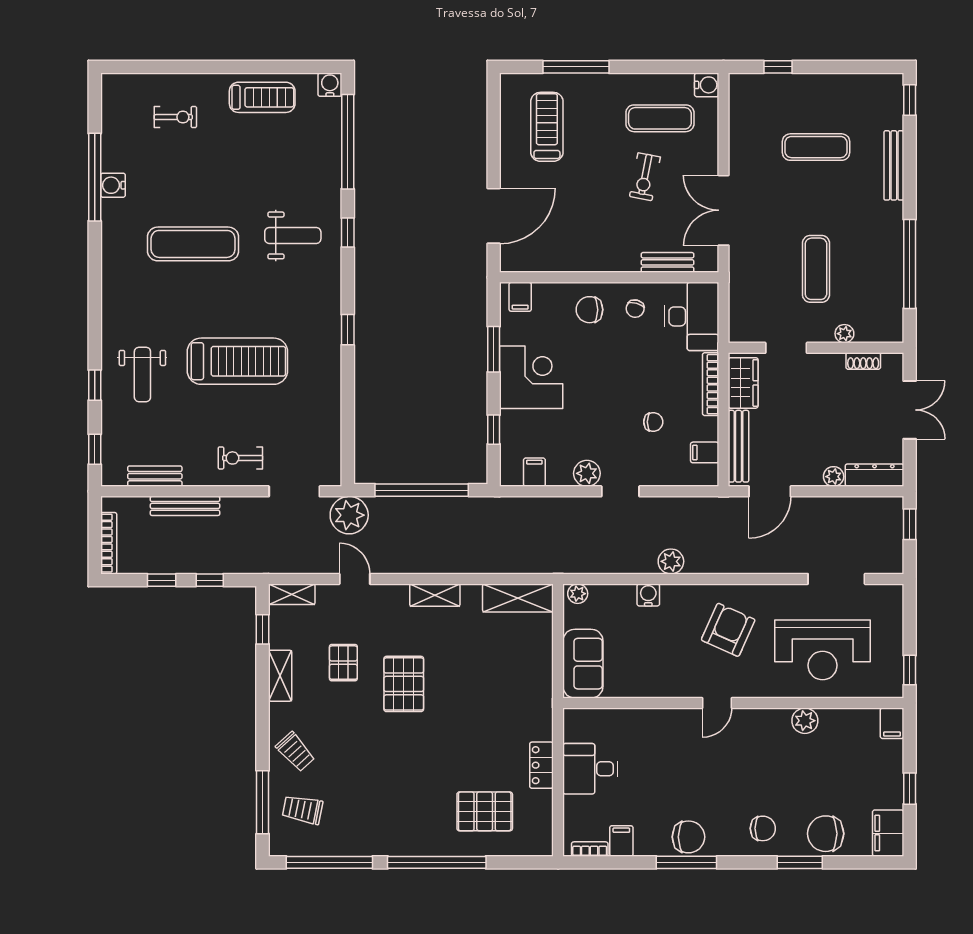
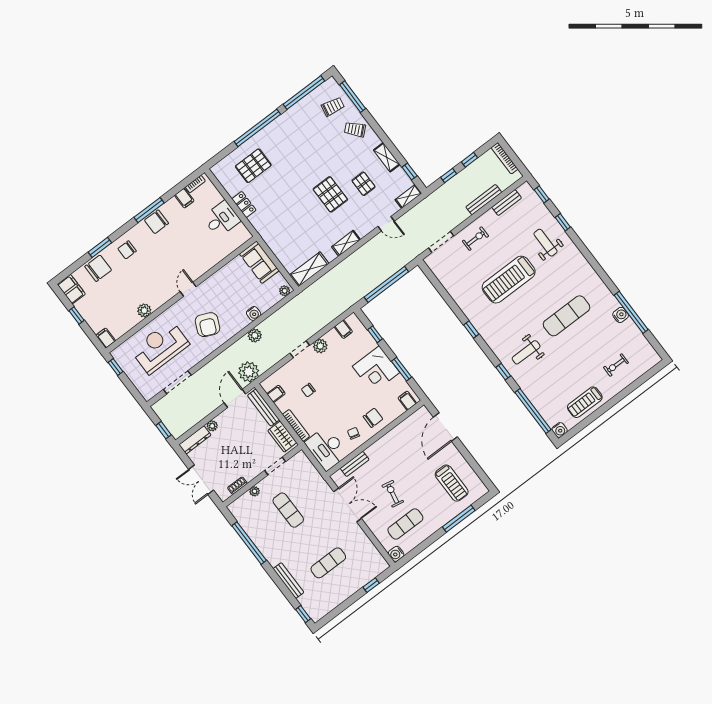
plant: (349, 515) -> (249, 372), moved

